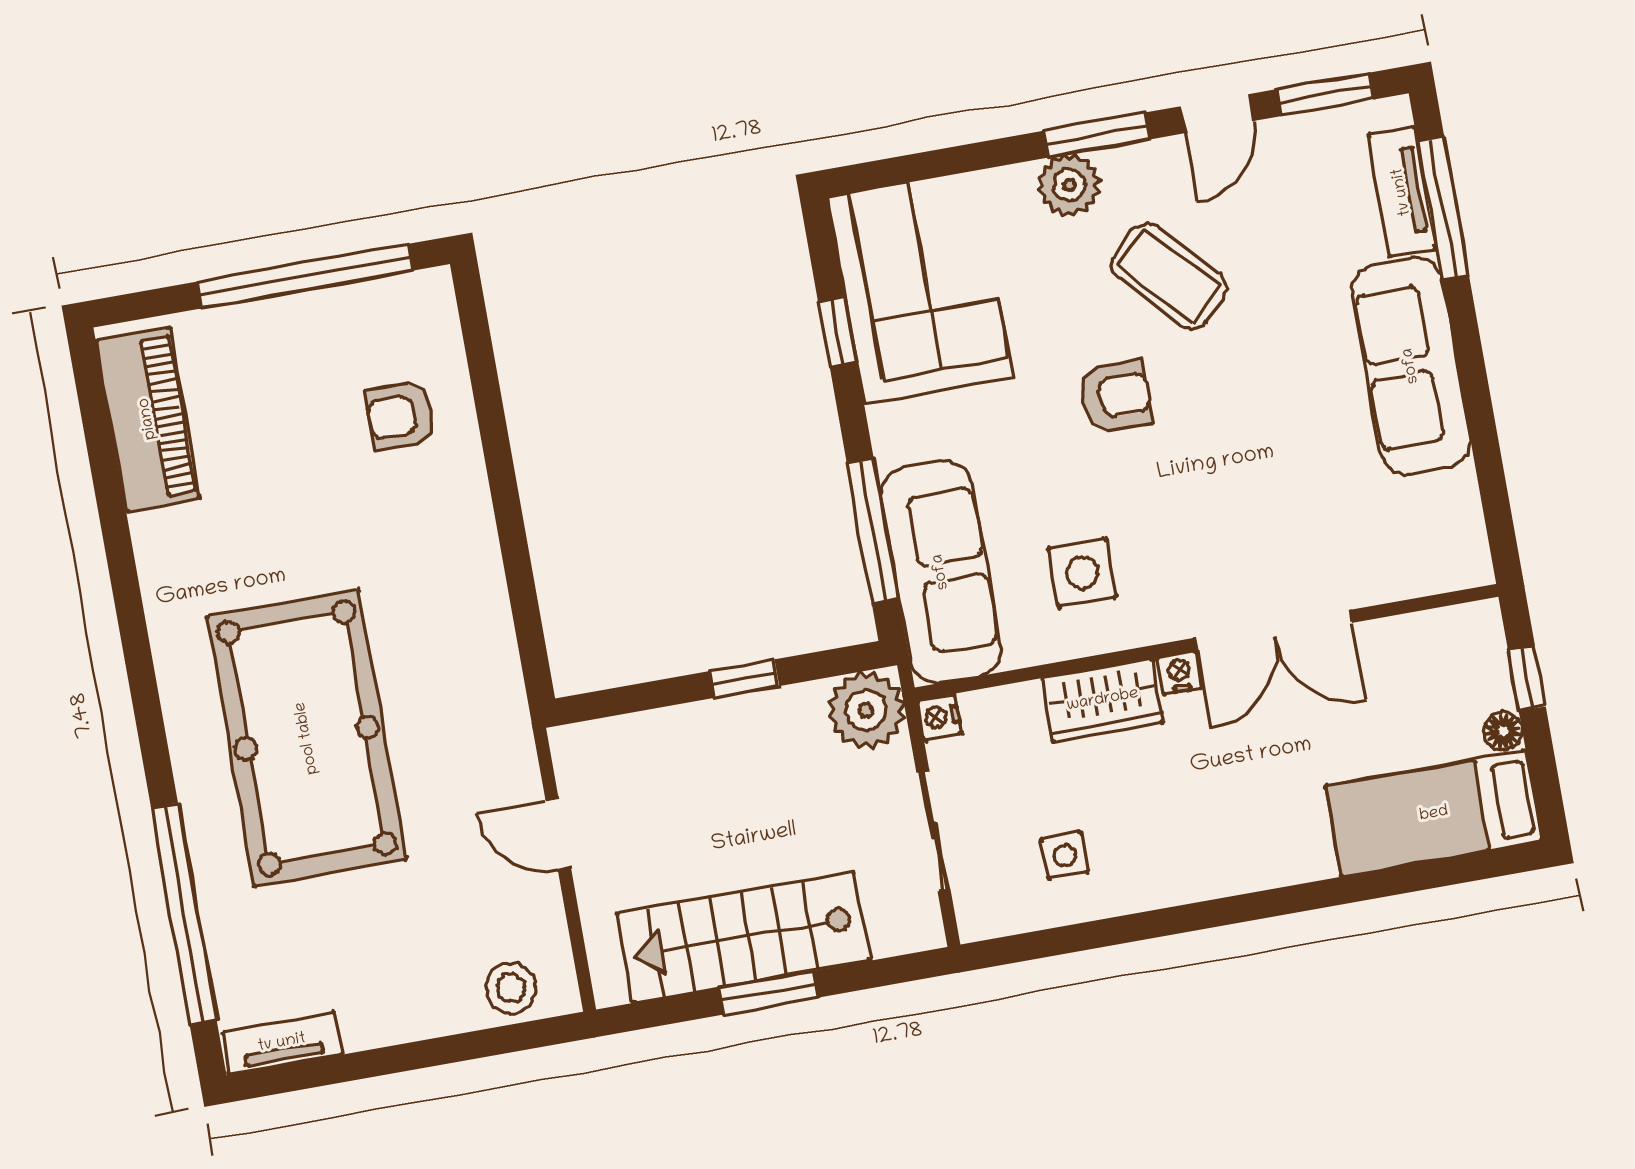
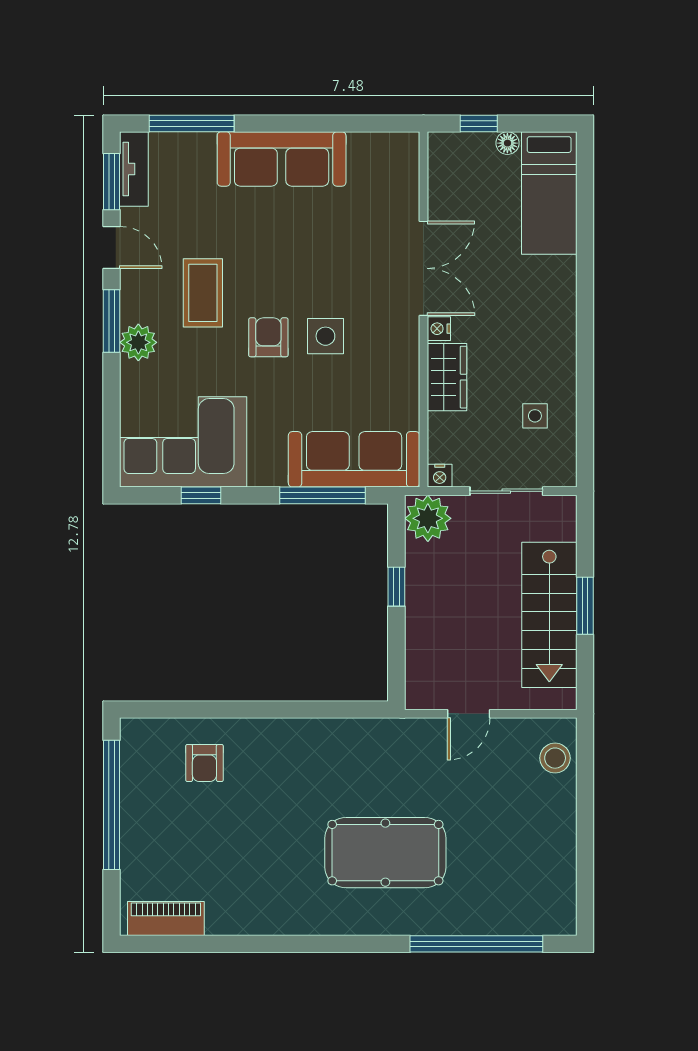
tv unit: (1402, 192) -> (134, 169), moved, turned -90
coffee table: (1169, 276) -> (203, 293), turned -47
piano: (148, 419) -> (166, 919), width x0.73, depth x0.75
side table: (1082, 573) -> (325, 336), moved
pool table: (307, 738) -> (385, 853), width x0.73, depth x0.76
tv unit: (282, 1043) -> (564, 899), removed

